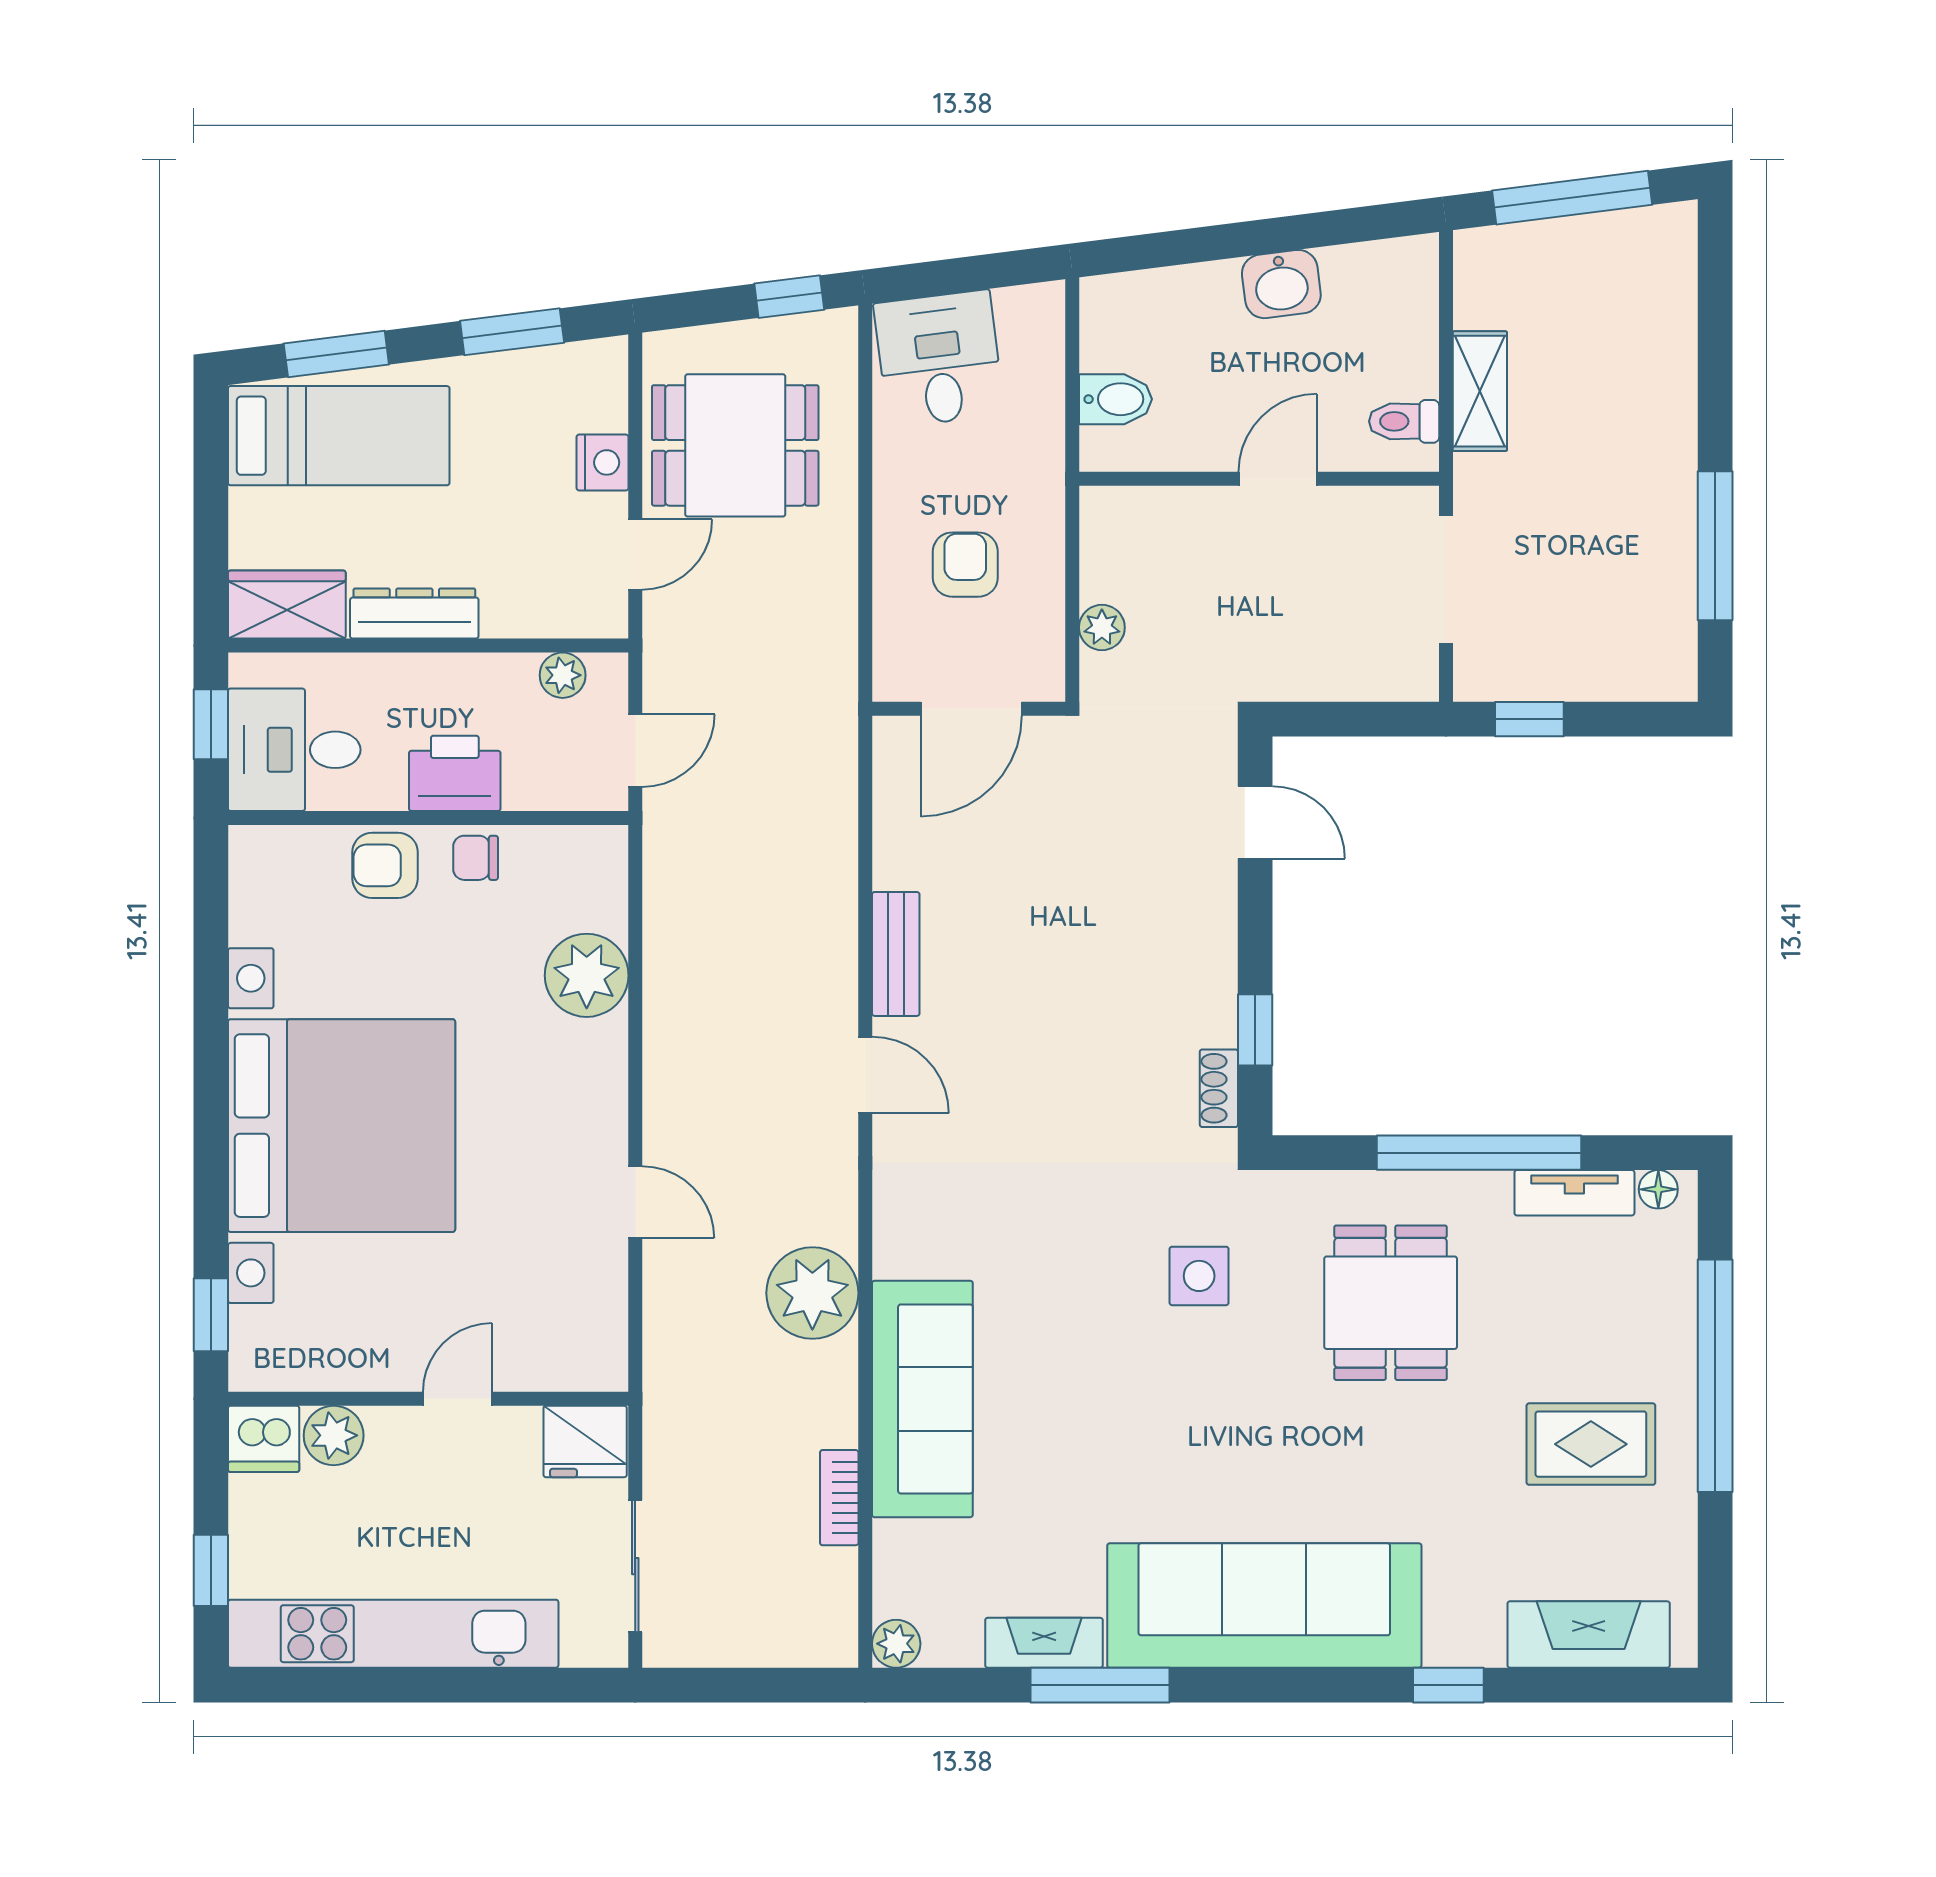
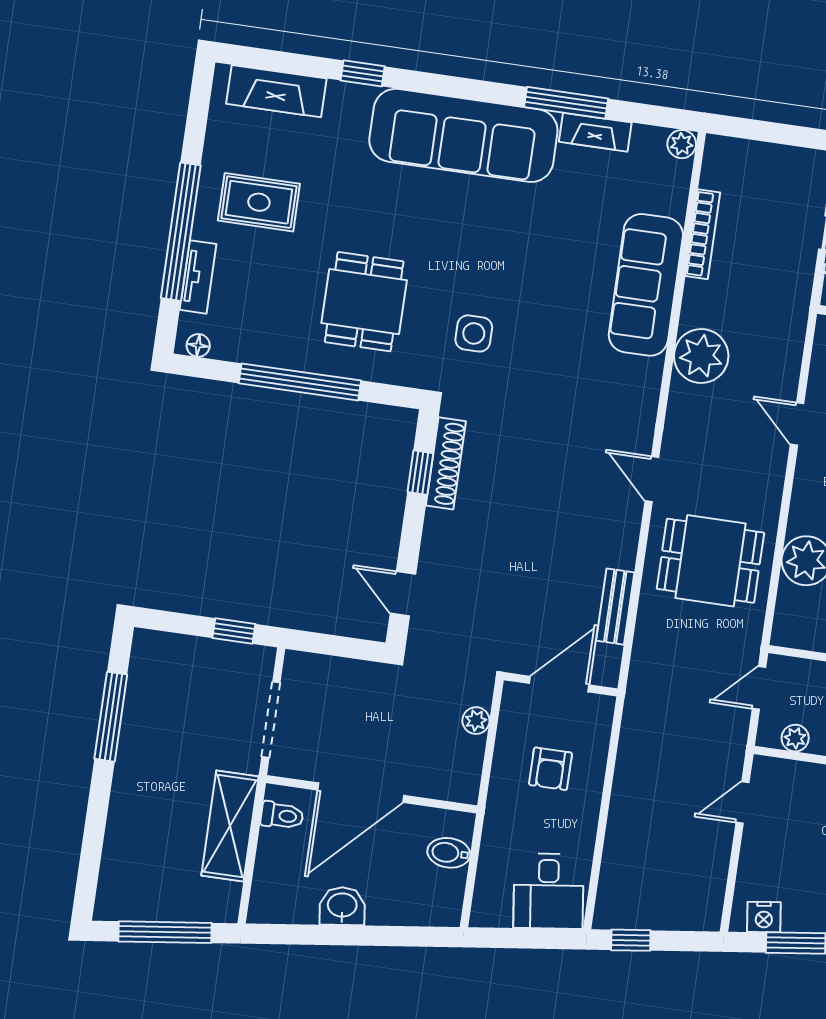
shelving: (1480, 391) -> (230, 826), width x1.50, depth x1.33
dining table: (735, 445) -> (710, 561), moved
nightstand: (602, 462) -> (764, 917), moved, turned -97
door: (1278, 479) -> (361, 793), width x1.88
bench: (896, 954) -> (615, 607), moved
shoe rack: (1219, 1088) -> (446, 463), width x1.94, depth x1.24
tv unit: (1574, 1193) -> (198, 277), moved, turned 90
bookcase: (839, 1498) -> (703, 234), width x1.56

